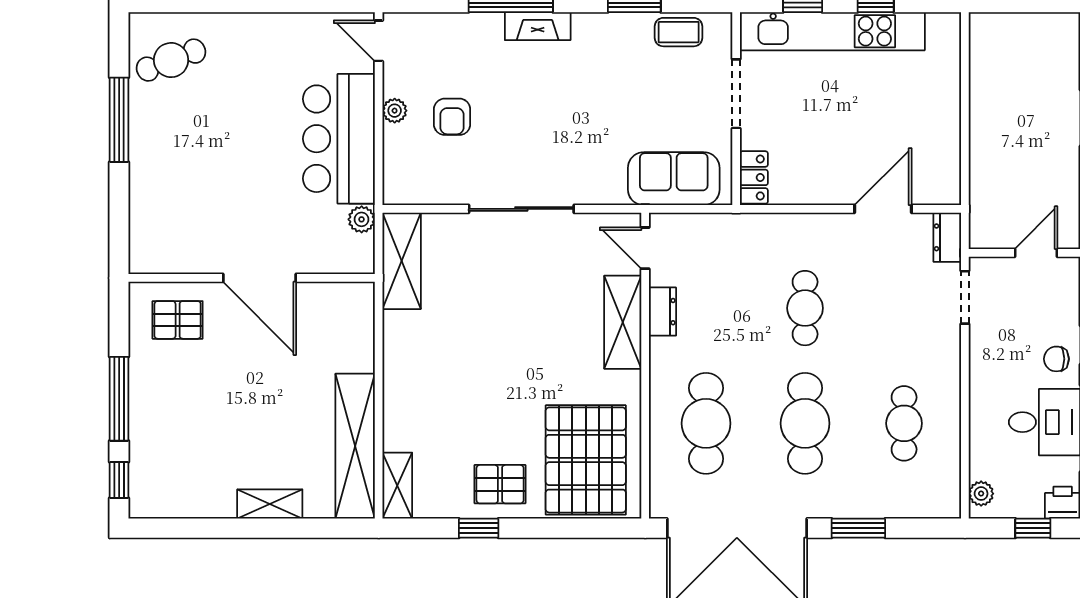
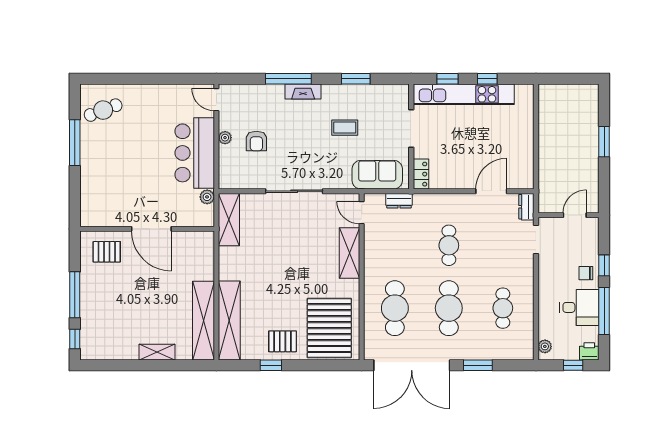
coffee table: (679, 32) -> (345, 128), moved
dresser: (662, 312) -> (399, 201), moved, turned 90
shelving: (397, 486) -> (229, 320), width x2.20, depth x1.33

